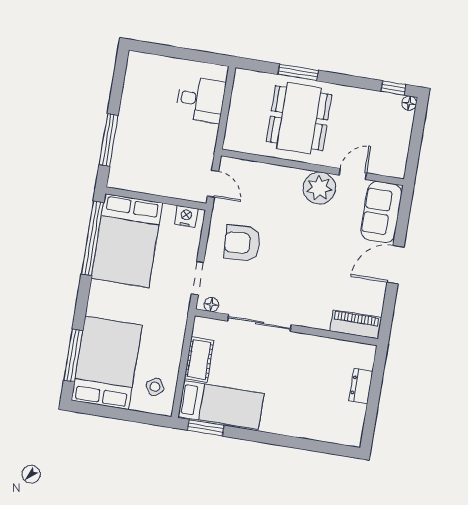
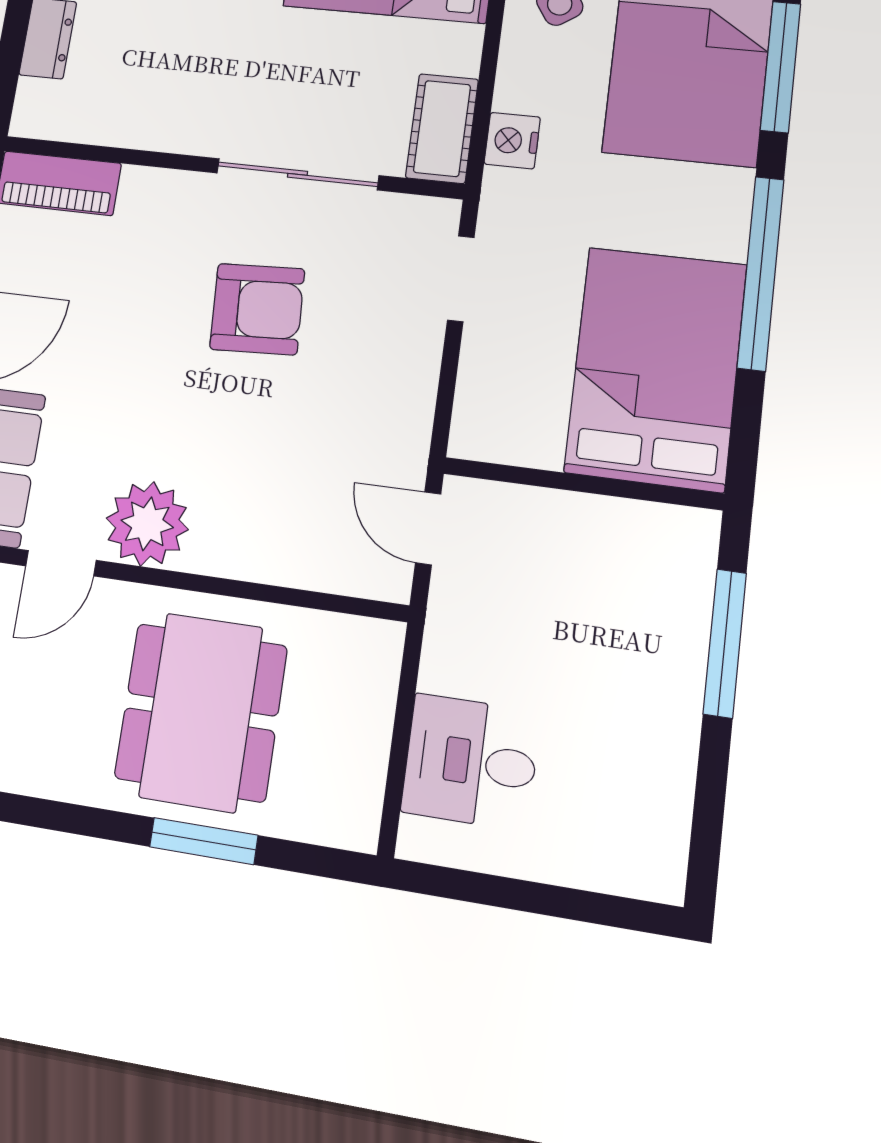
nightstand: (186, 216) -> (512, 141), moved, turned 90
window: (92, 238) -> (761, 273), moved
armchair: (242, 243) -> (257, 309), moved
floor lamp: (211, 305) -> (422, 213), removed
cot: (199, 359) -> (442, 128), moved

